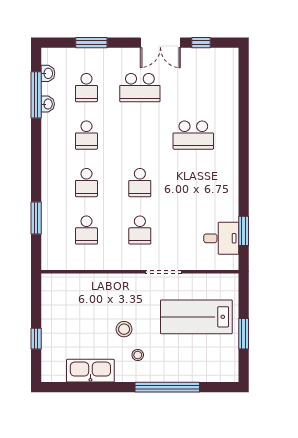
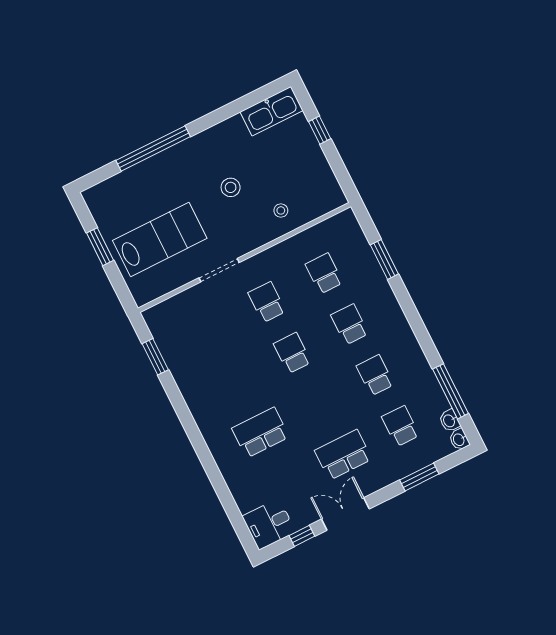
washbasin: (48, 104) -> (459, 440), moved
desk: (221, 238) -> (269, 524), moved
stool: (138, 355) -> (281, 210), moved
kitchen sink: (90, 371) -> (272, 111), moved

